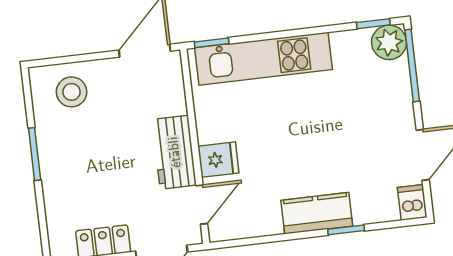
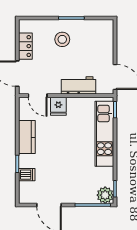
stool: (72, 92) -> (62, 39), moved
workbench: (174, 152) -> (79, 85), moved
dishwasher: (412, 202) -> (27, 175), moved
kitchen counter: (317, 213) -> (27, 137), moved

